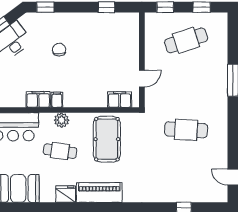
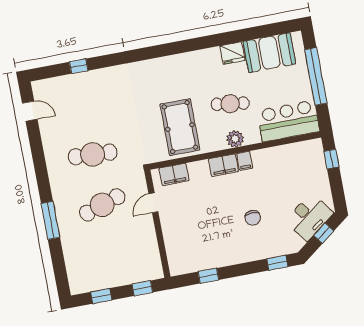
cafe table: (186, 40) -> (102, 205), moved
filing cabinet: (38, 99) -> (223, 165), moved
piano: (99, 192) -> (177, 65), removed
fridge: (66, 194) -> (232, 53), moved

